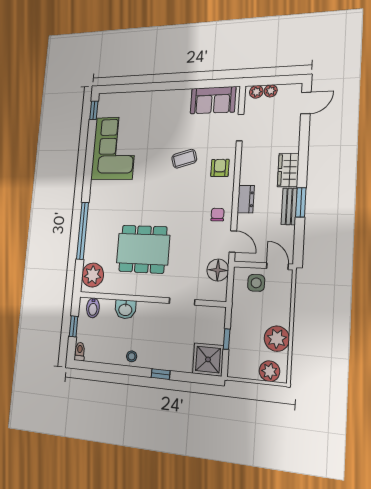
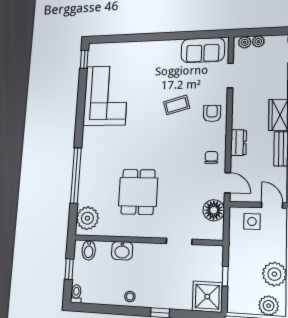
dining table: (143, 249) -> (138, 192), width x0.73

